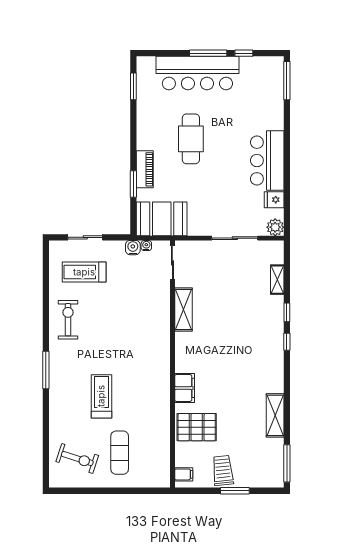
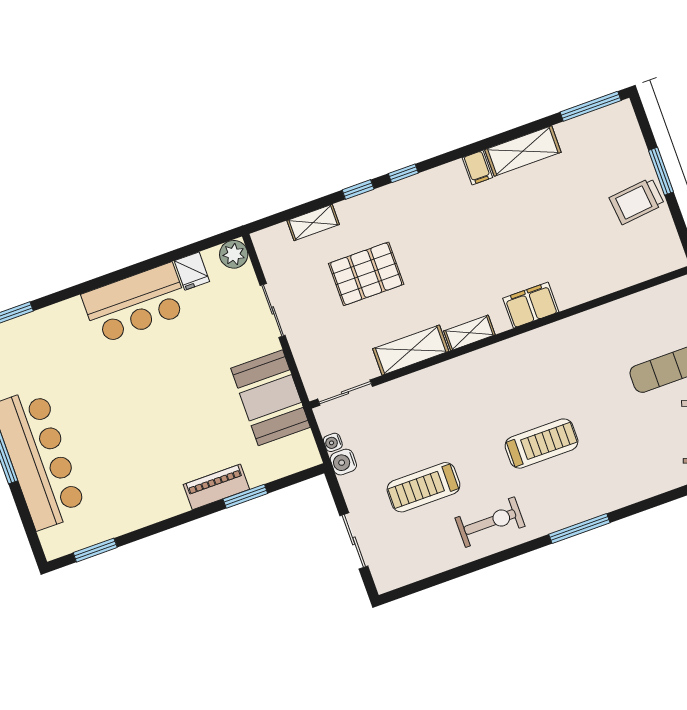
cafe table: (191, 139) -> (144, 433), removed
booth: (162, 219) -> (271, 398), moved
sliding door: (235, 238) -> (273, 310), width x0.73
treadmill: (84, 272) -> (423, 487), moved, turned 90
exercise bike: (68, 320) -> (490, 522), turned 180
shelving: (181, 347) -> (469, 333), added
treadmill: (101, 396) -> (542, 444), moved, turned 180
pallet: (197, 427) -> (366, 274), moved, turned 90
filing cabinet: (184, 474) -> (477, 168), moved, turned 180

